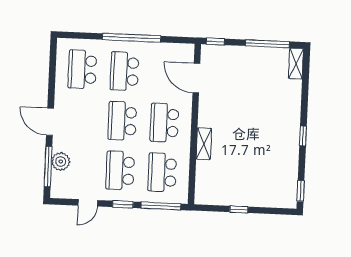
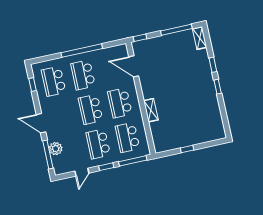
window: (52, 66) -> (33, 85), added
window: (301, 191) -> (213, 65), moved

